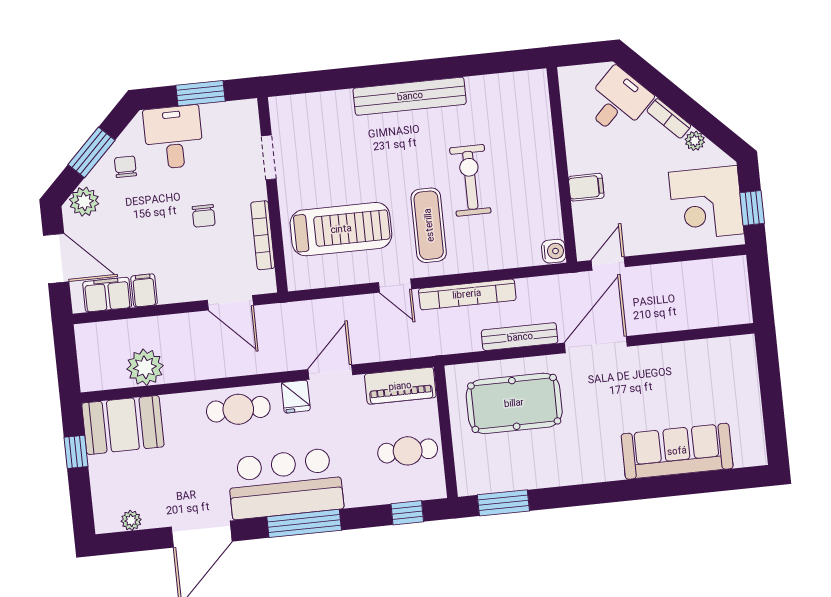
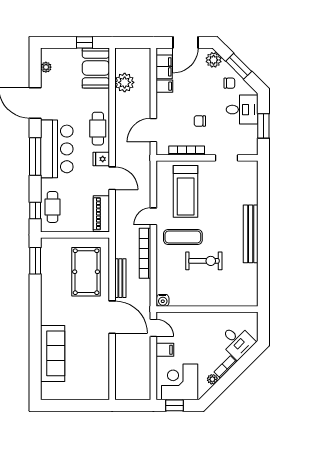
filing cabinet: (586, 187) -> (165, 350), moved, turned -90
cafe table: (408, 451) -> (53, 207), moved

